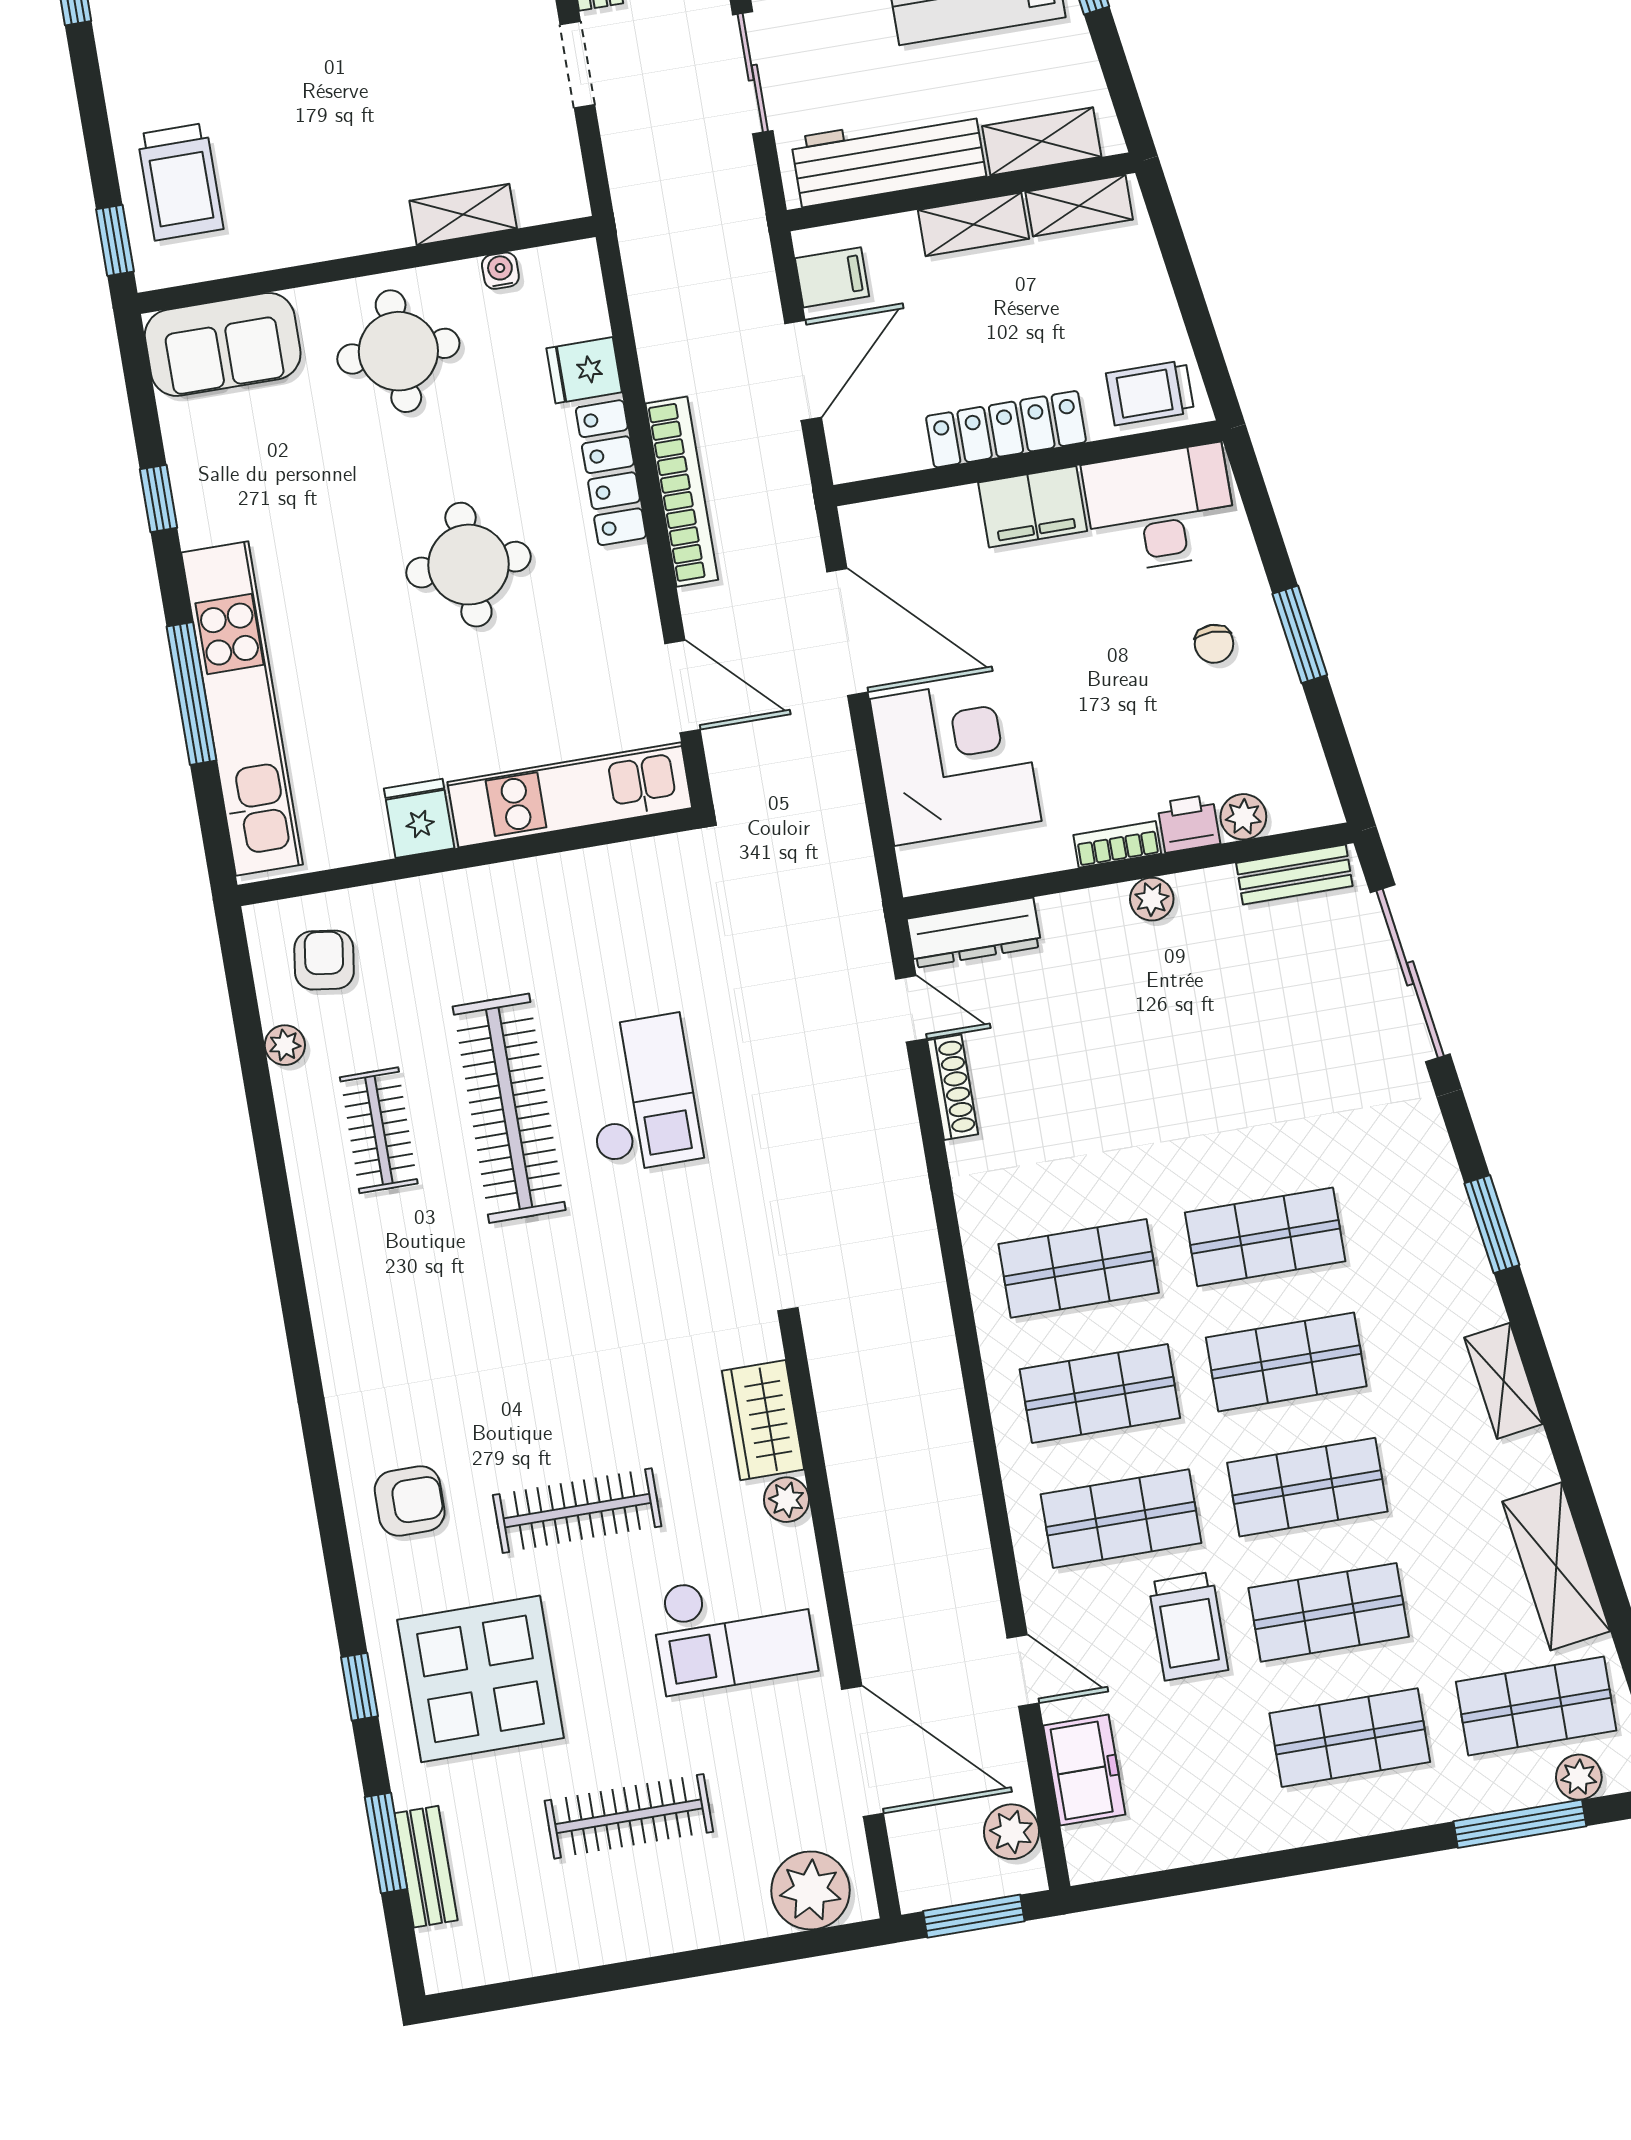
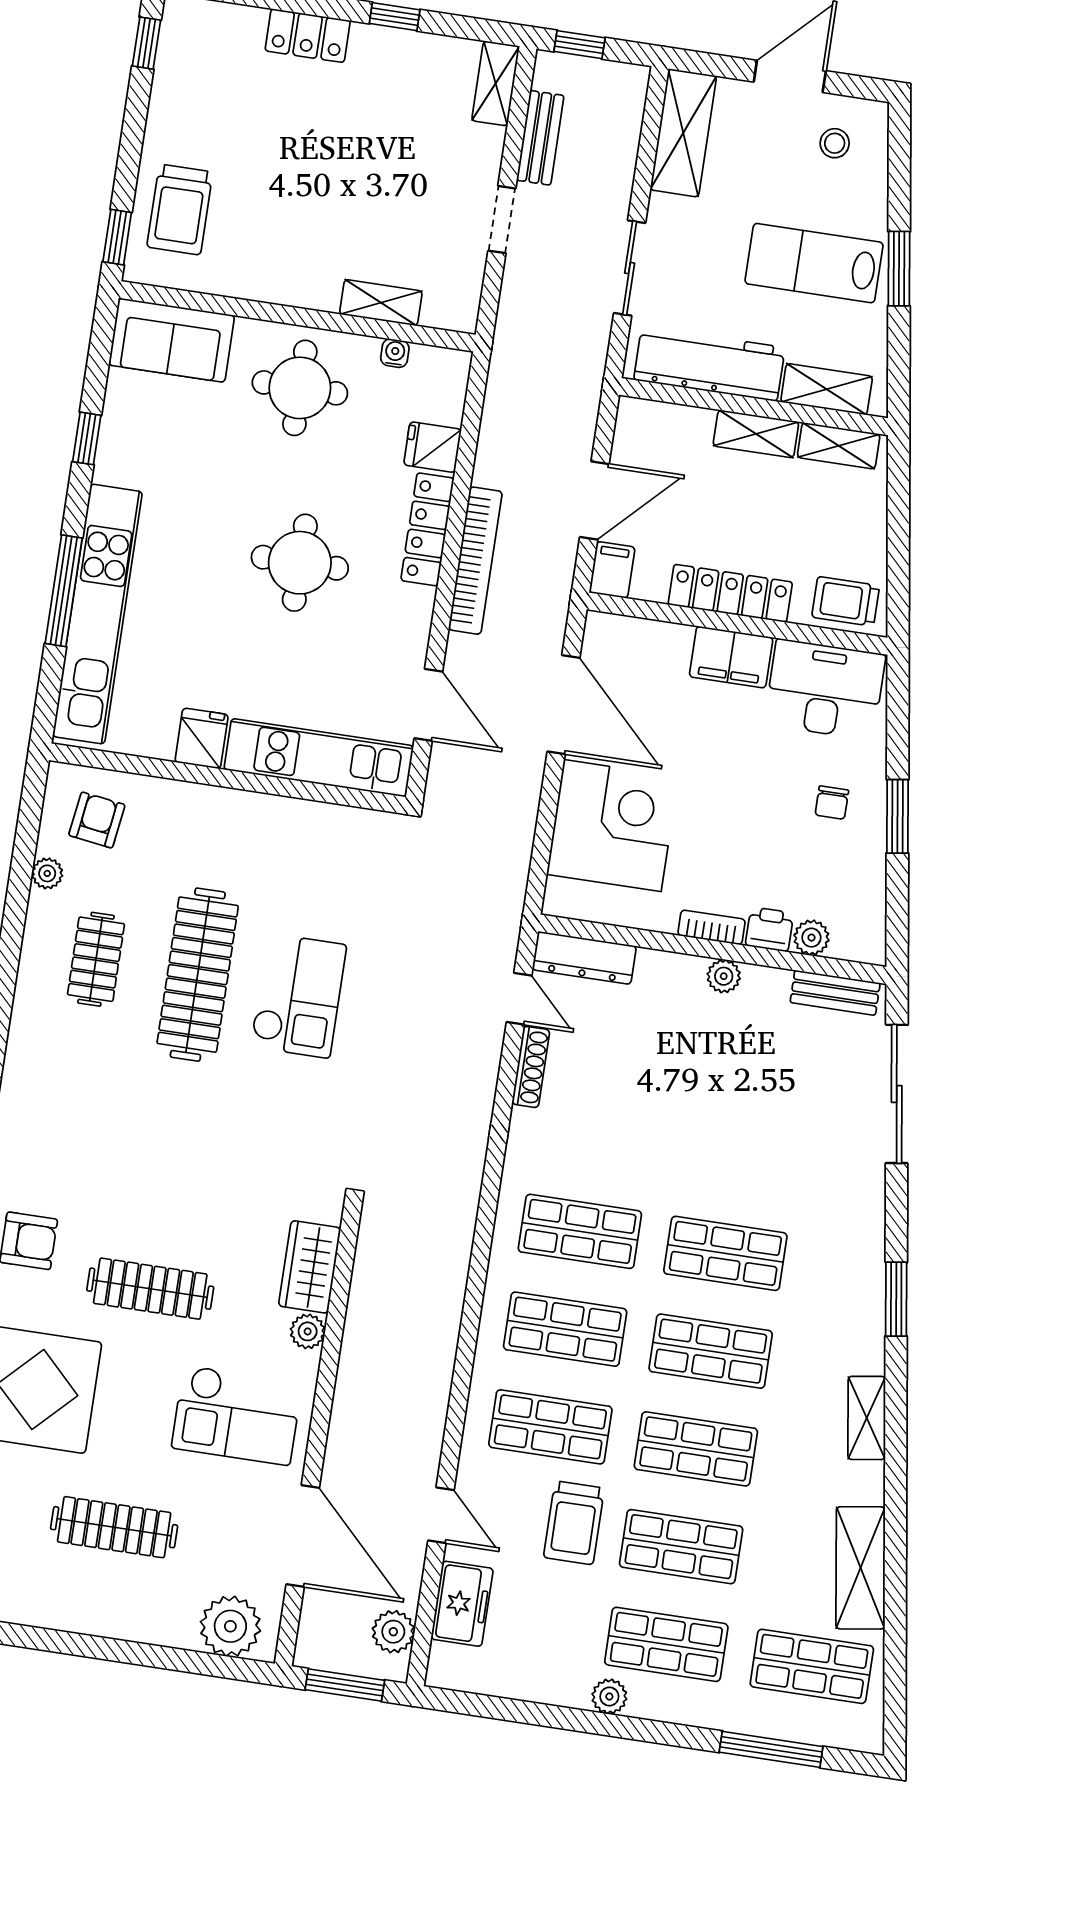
filing cabinet: (832, 277) -> (612, 570), moved, turned -90
plant: (1579, 1777) -> (609, 1697), moved

